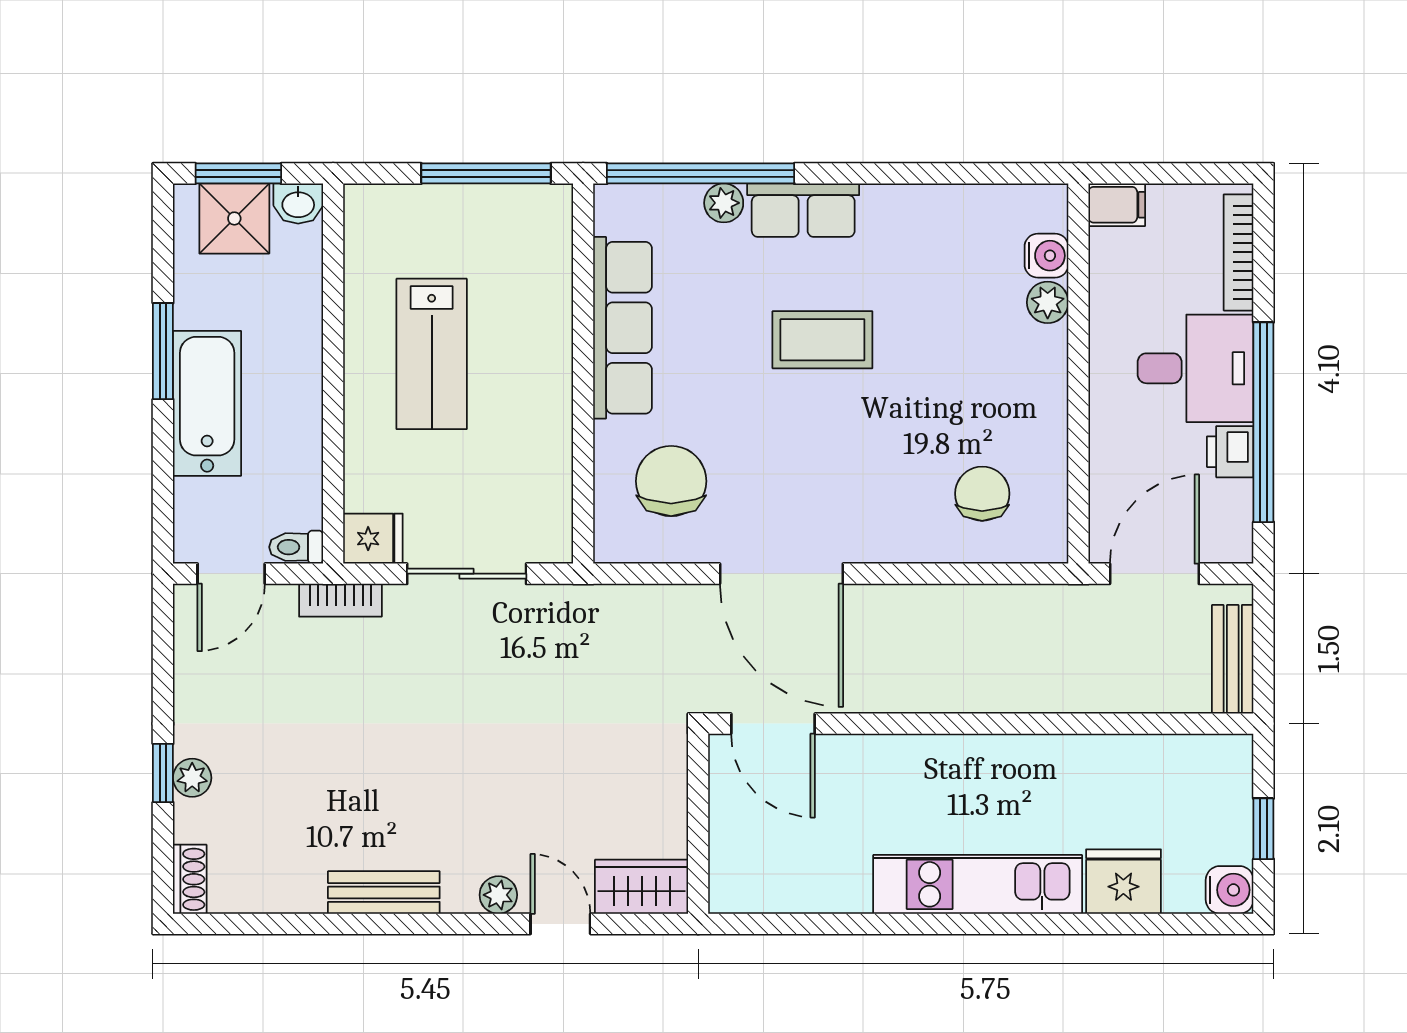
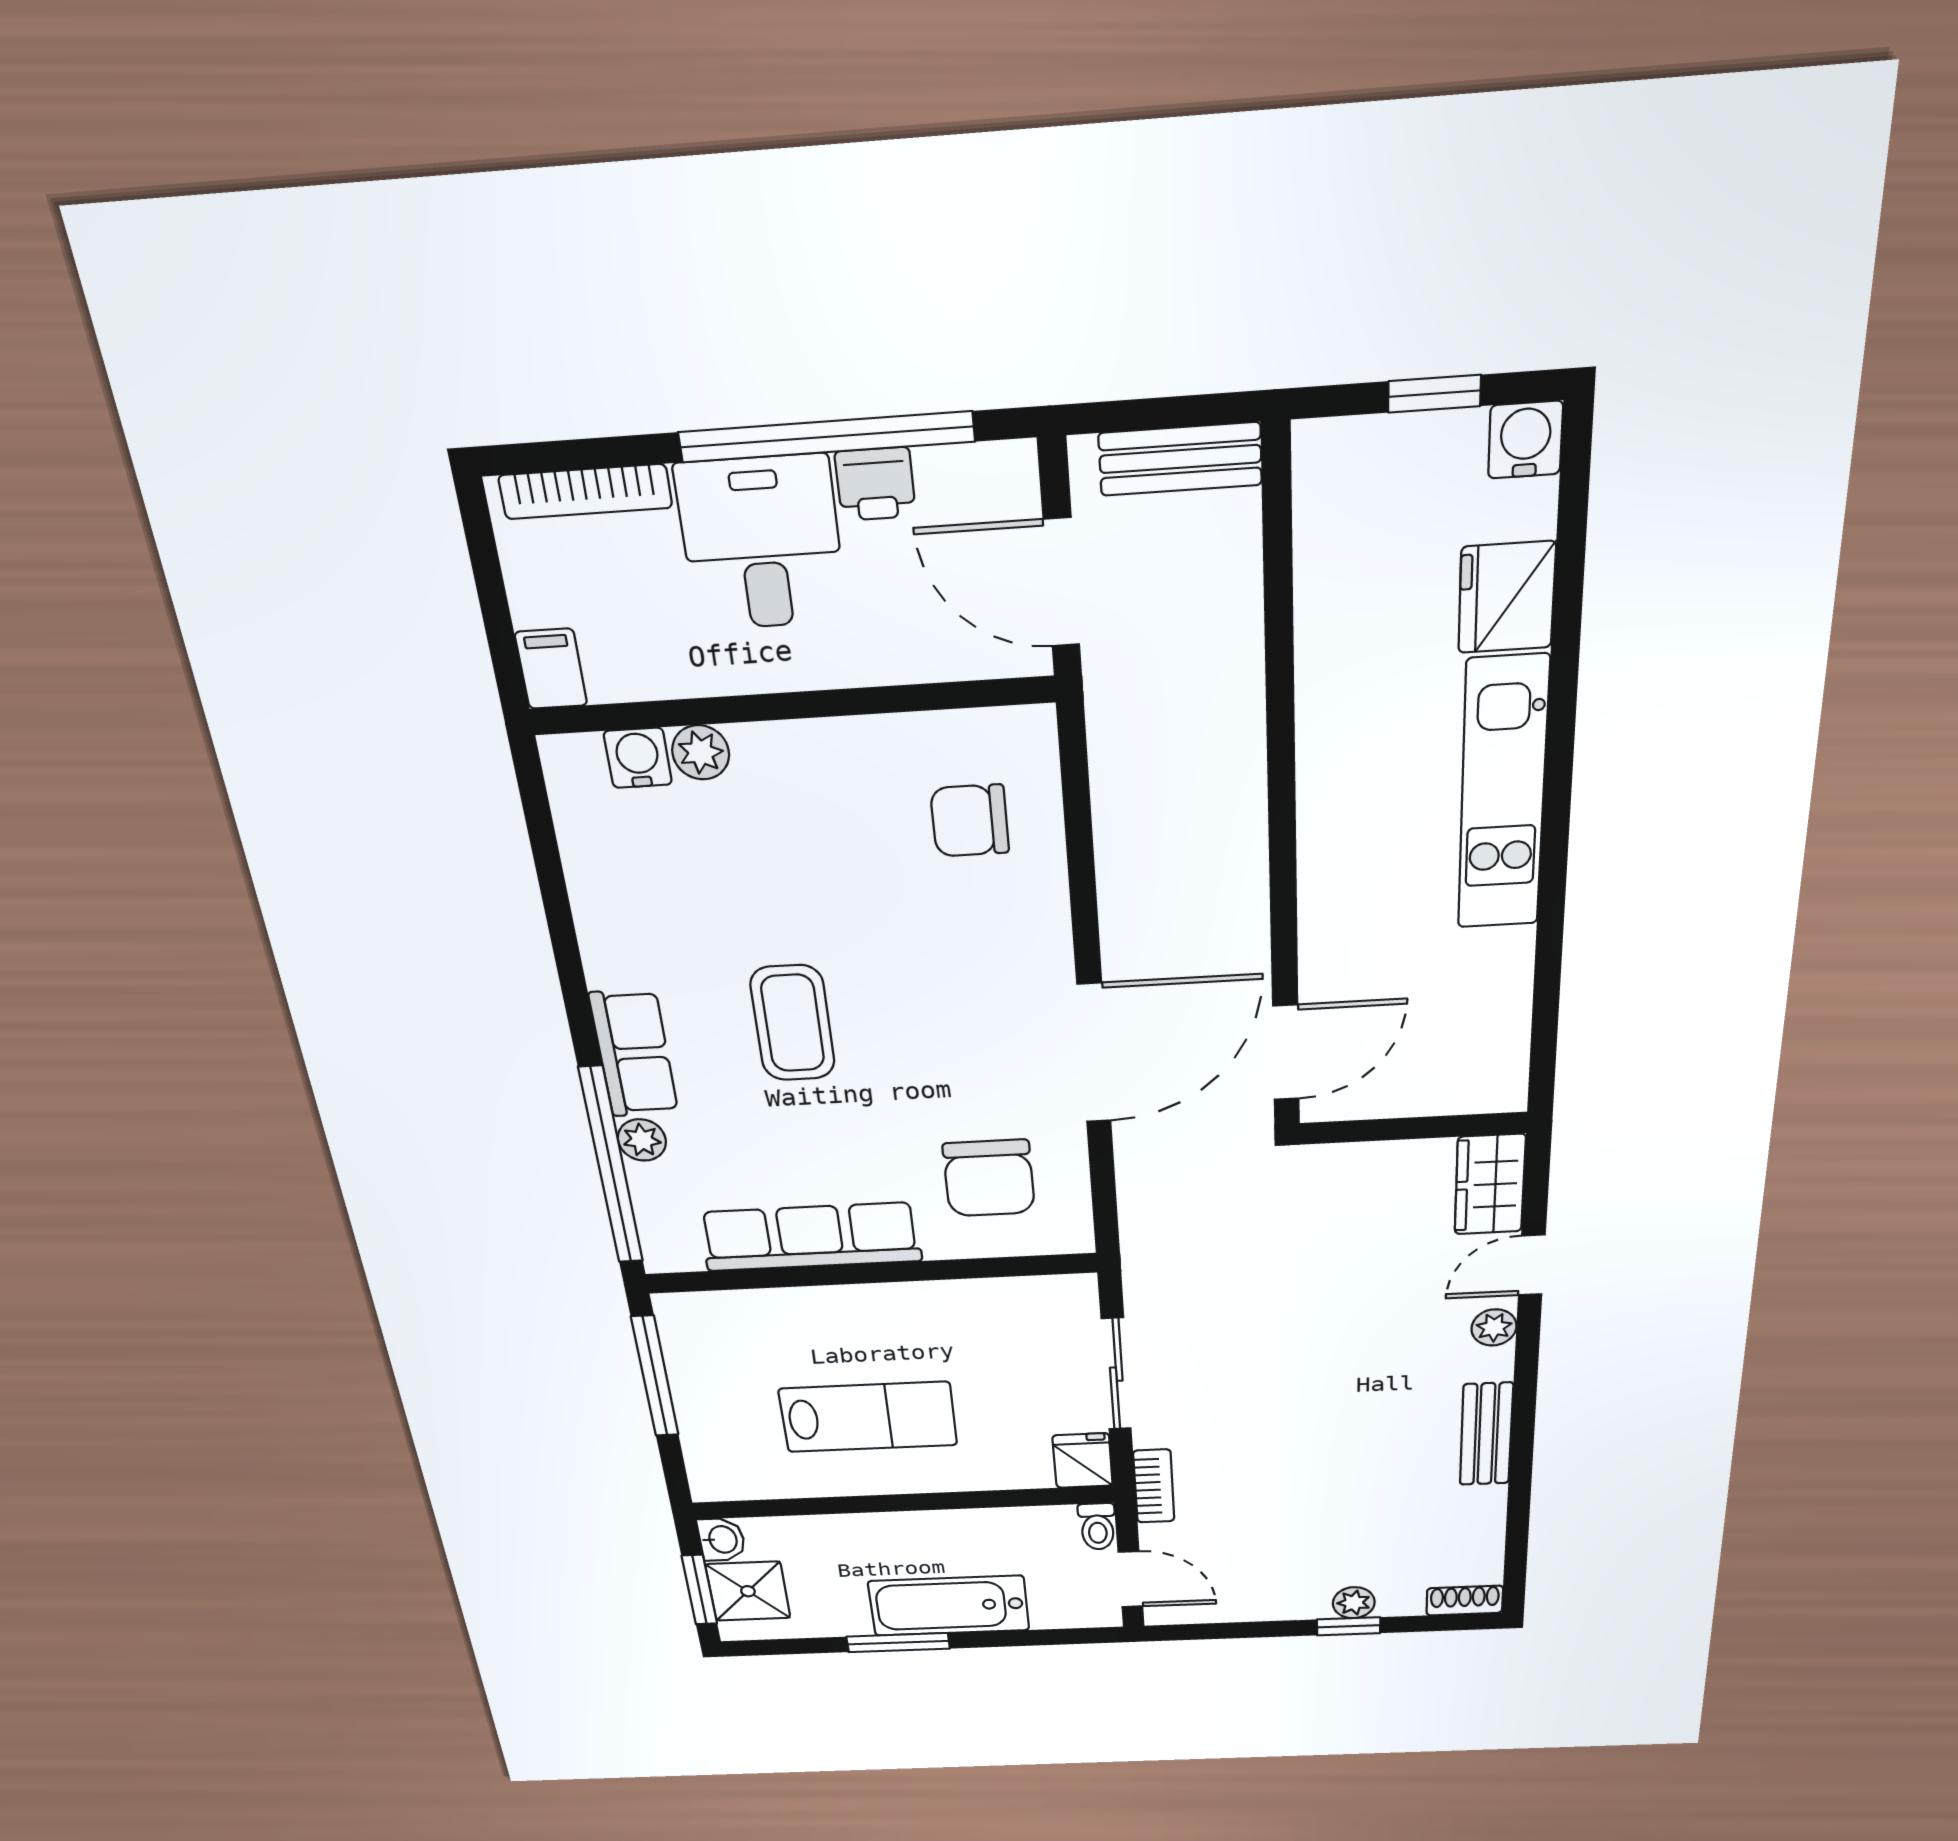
chair: (671, 481) -> (989, 1178), turned -90

